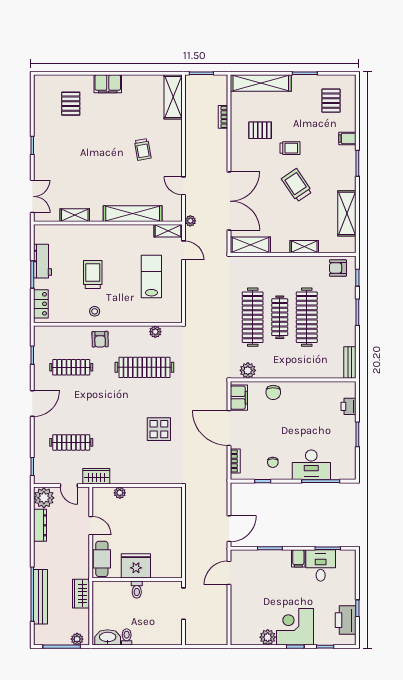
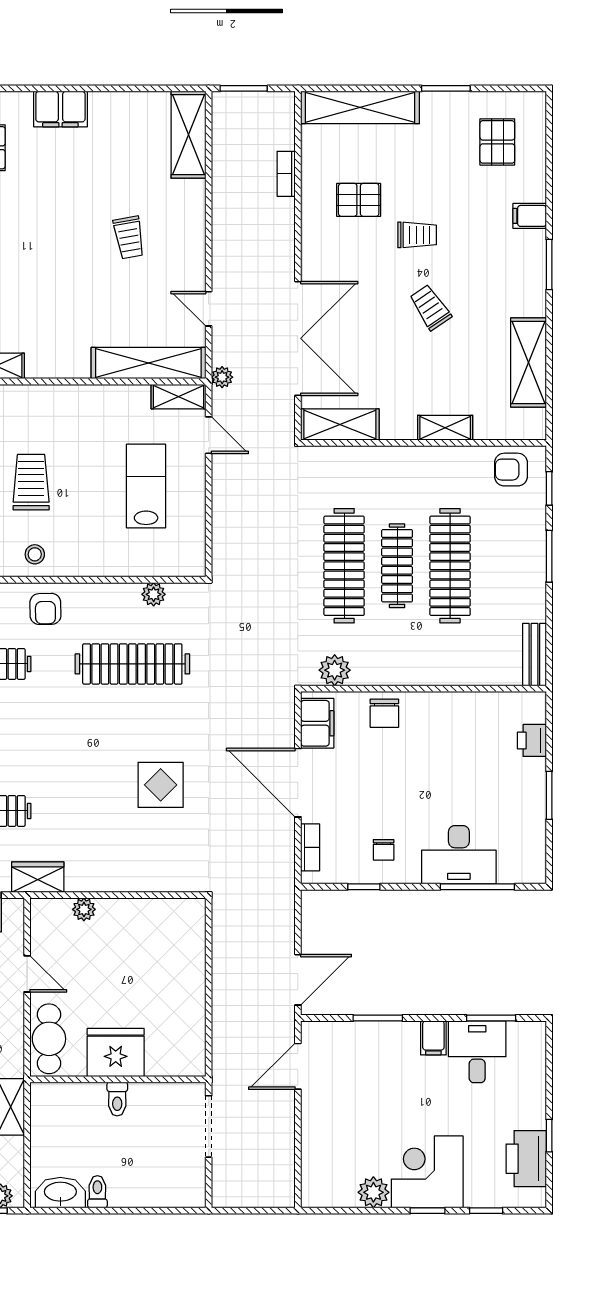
trolley: (297, 185) -> (430, 307), width x0.73, depth x0.72
shelving: (133, 214) -> (148, 363), moved

